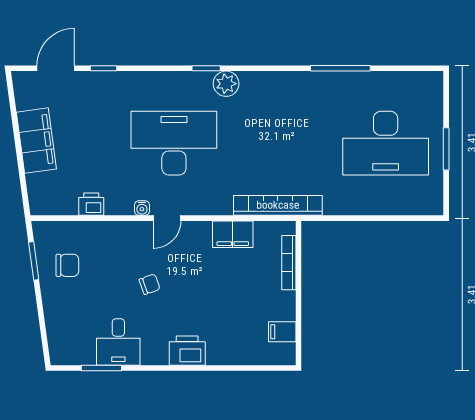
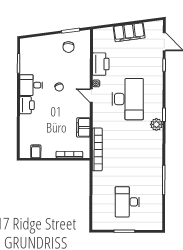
desk: (386, 143) -> (127, 202), width x0.73, depth x0.77
printer: (91, 204) -> (101, 64), width x1.87, depth x1.48
desk: (118, 342) -> (31, 85), moved

